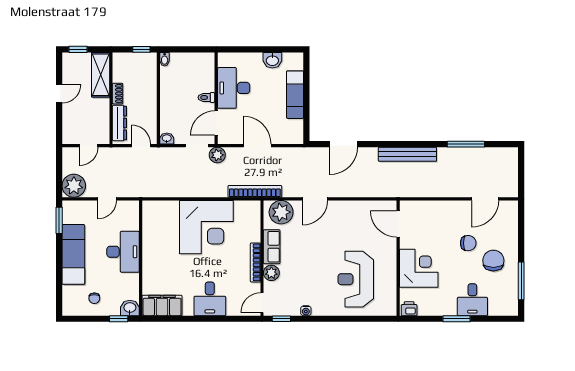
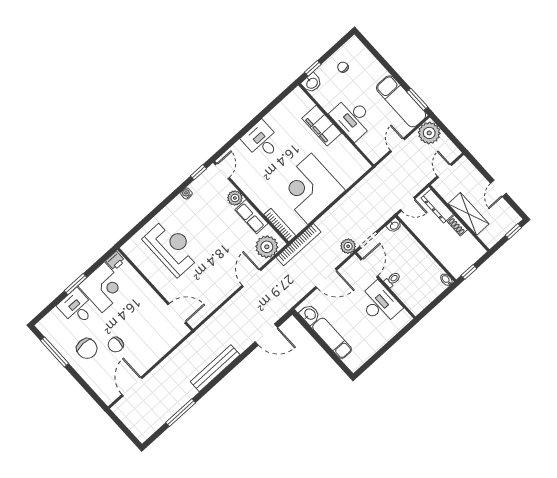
washbasin: (272, 60) -> (310, 314), moved, turned 90
shelving: (101, 75) -> (468, 214), moved
door: (344, 144) -> (266, 335), swing flipped
exam couch: (73, 254) -> (401, 101), moved
bookcase: (255, 262) -> (280, 225), moved
corner desk: (419, 268) -> (103, 287), moved, turned -90
filing cabinet: (162, 305) -> (322, 126), moved, turned 90

